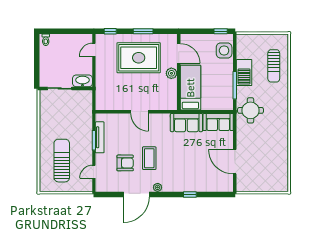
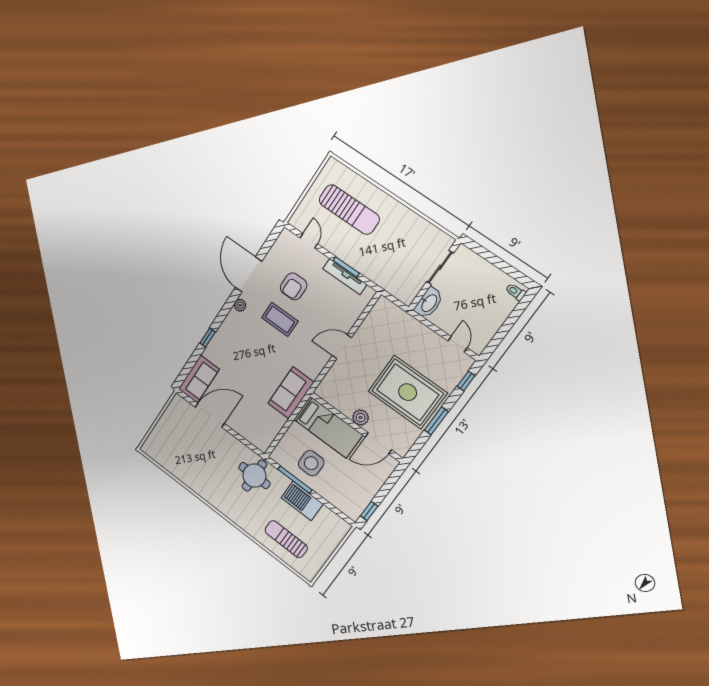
side table: (224, 50) -> (311, 463), moved
rug: (139, 58) -> (408, 392), turned 90
sofa: (218, 122) -> (199, 379), moved, turned 180

